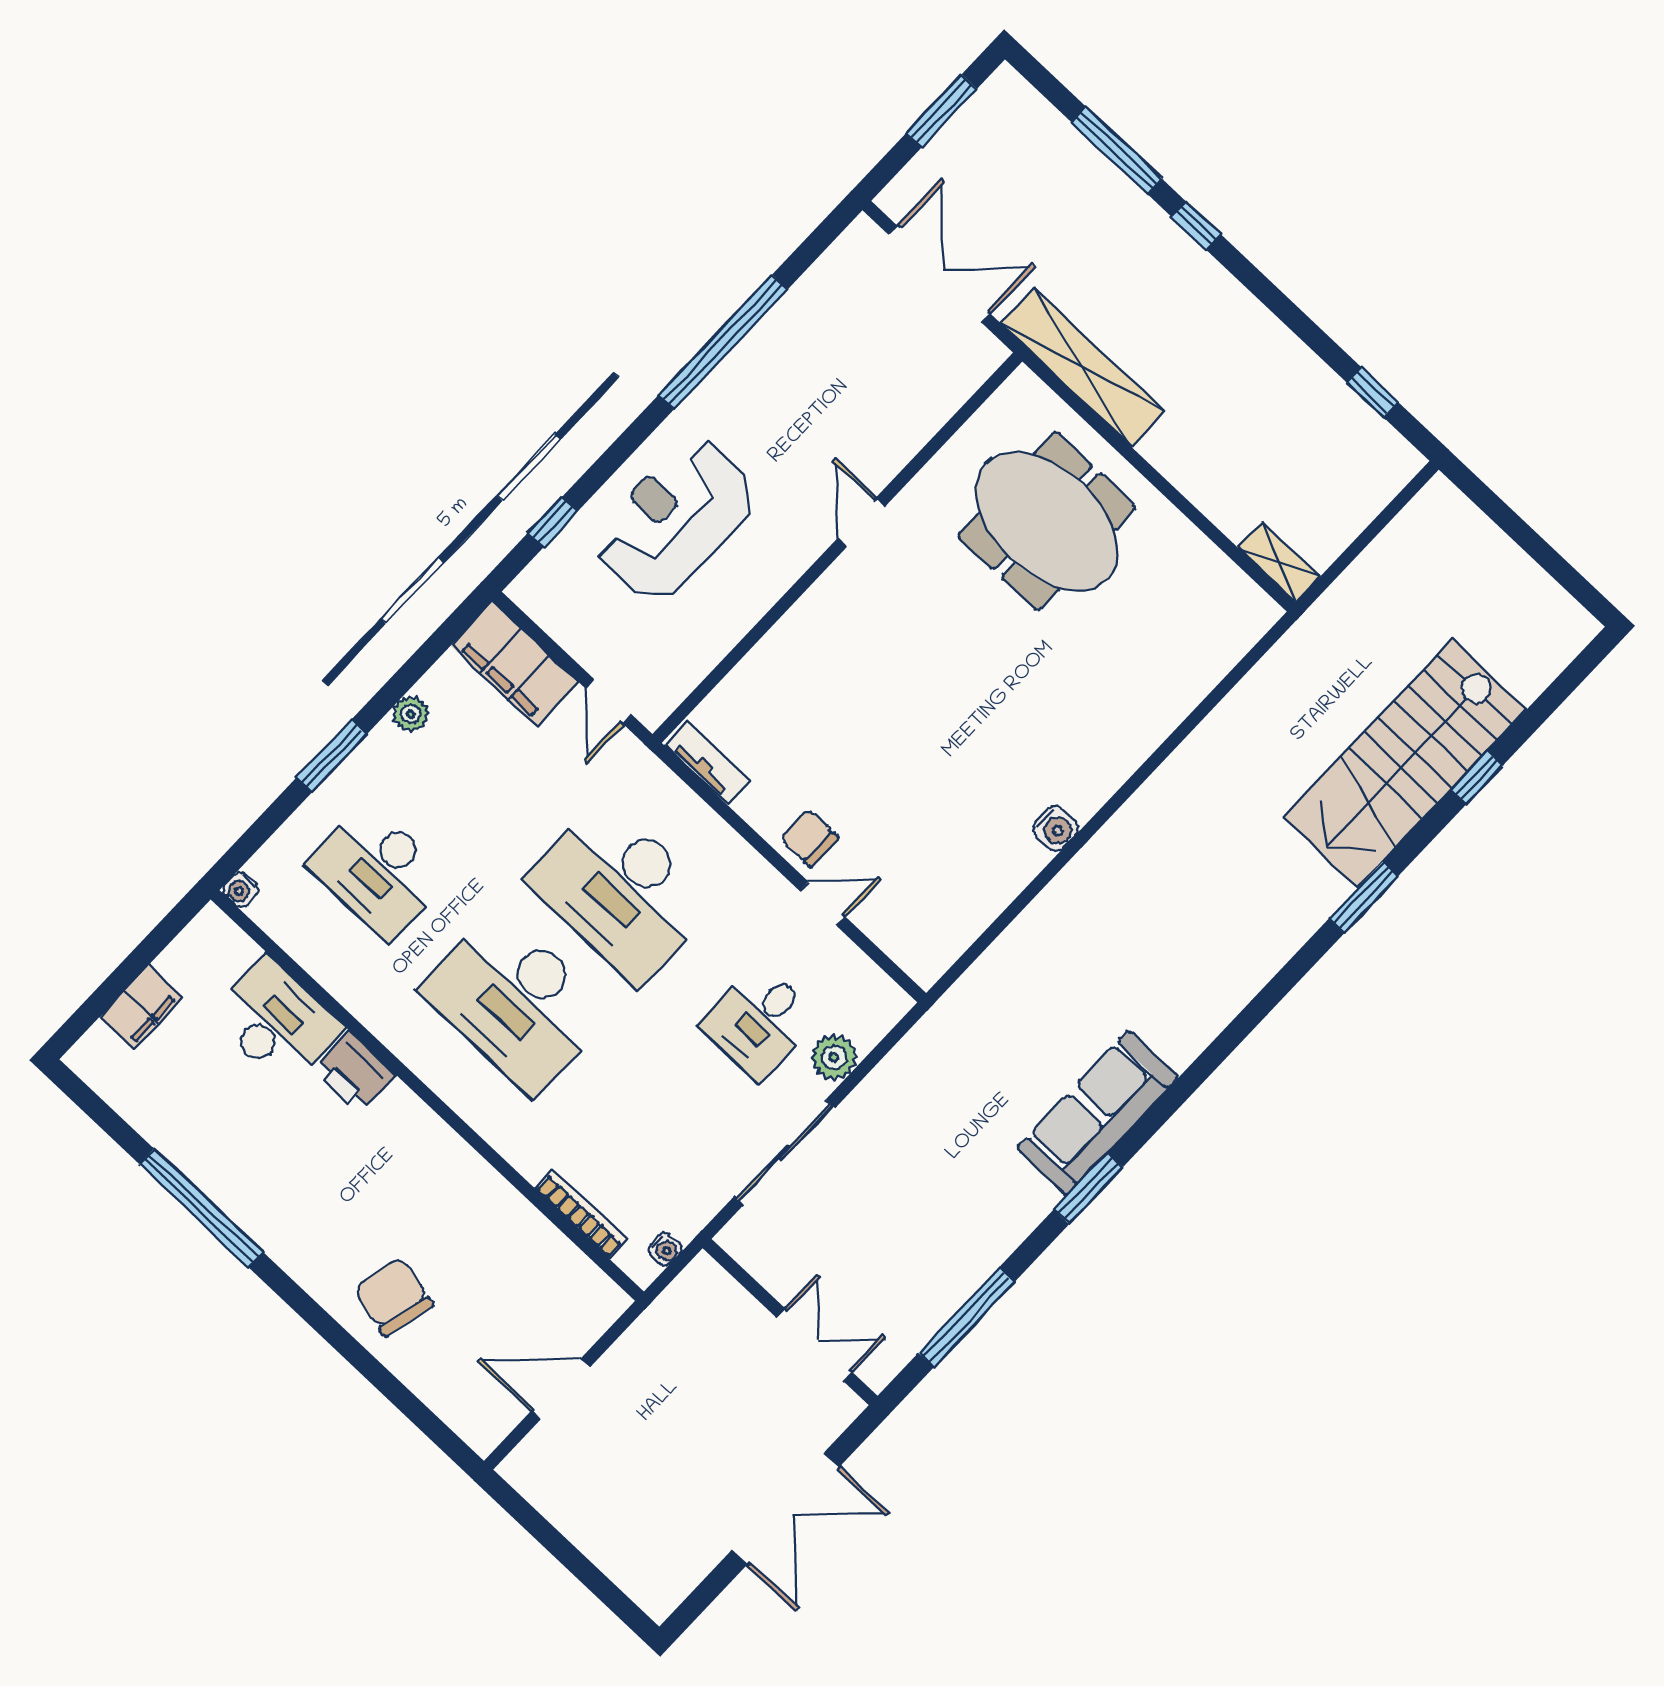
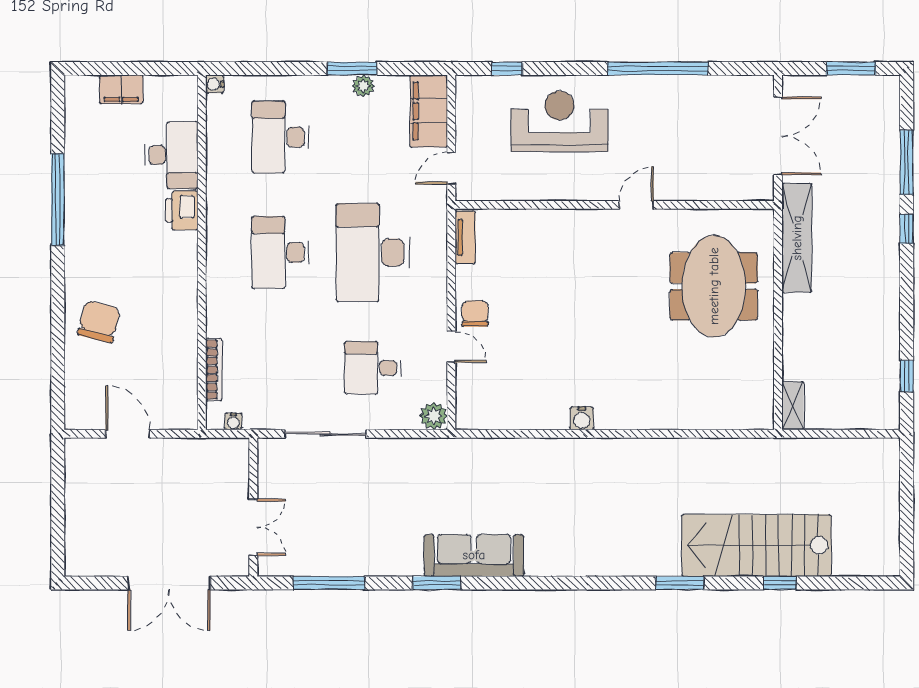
window: (332, 756) -> (352, 69), moved
desk: (516, 1002) -> (280, 252), width x0.73, depth x0.77
plant: (834, 1057) -> (434, 416), moved

